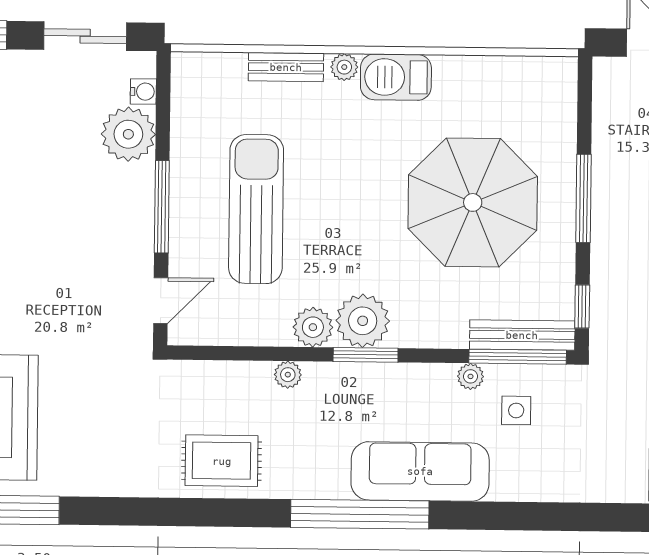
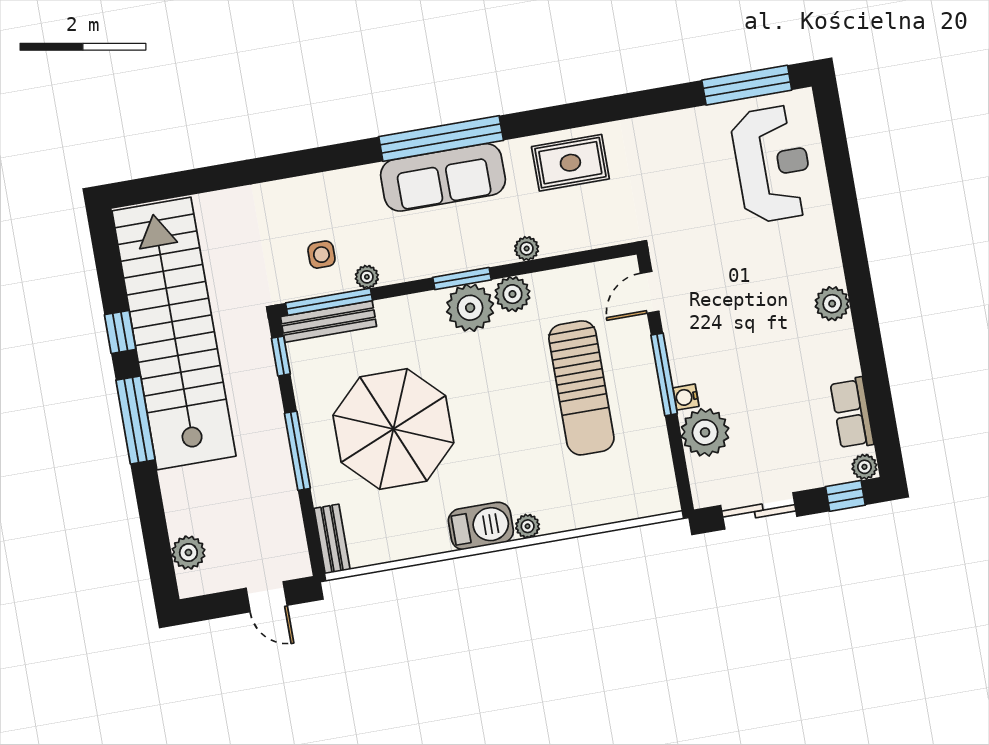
bench: (286, 67) -> (332, 539), moved, turned 90
water cooler: (143, 92) -> (686, 397), moved
sofa: (420, 471) -> (443, 177), moved

